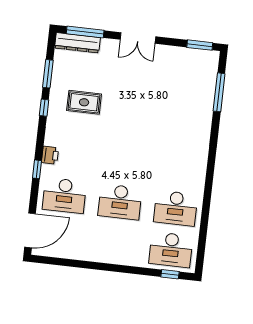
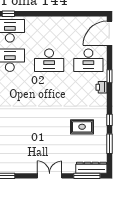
desk: (64, 196) -> (88, 60), turned 180
desk: (120, 202) -> (49, 60), turned 180

